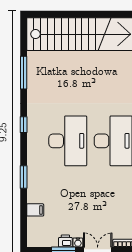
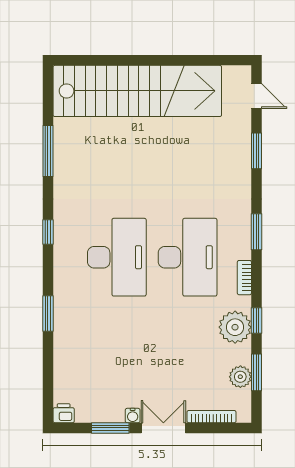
filing cabinet: (35, 210) -> (66, 365), removed
printer: (65, 241) -> (64, 413), moved

